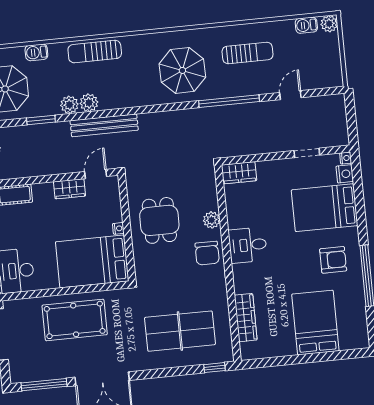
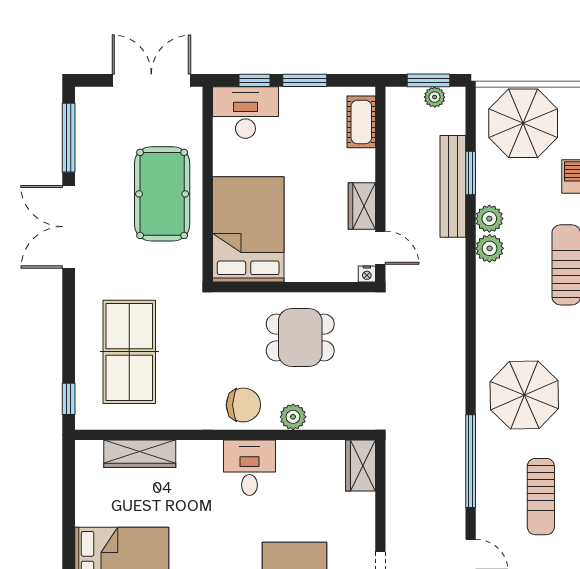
bench: (104, 125) -> (453, 186), moved
nightstand: (118, 228) -> (367, 274), moved
chair: (207, 253) -> (243, 405), turned 180

